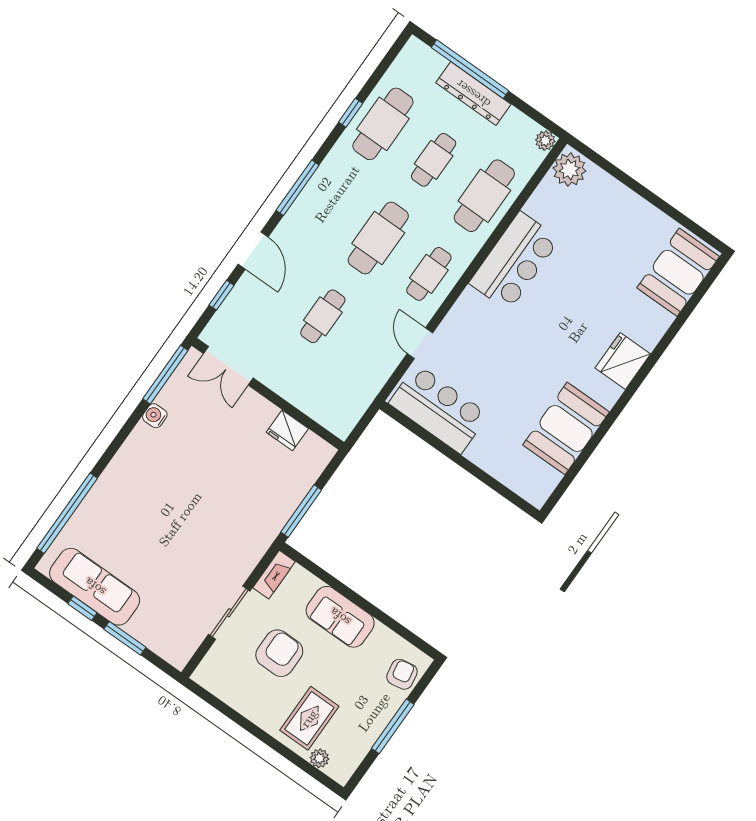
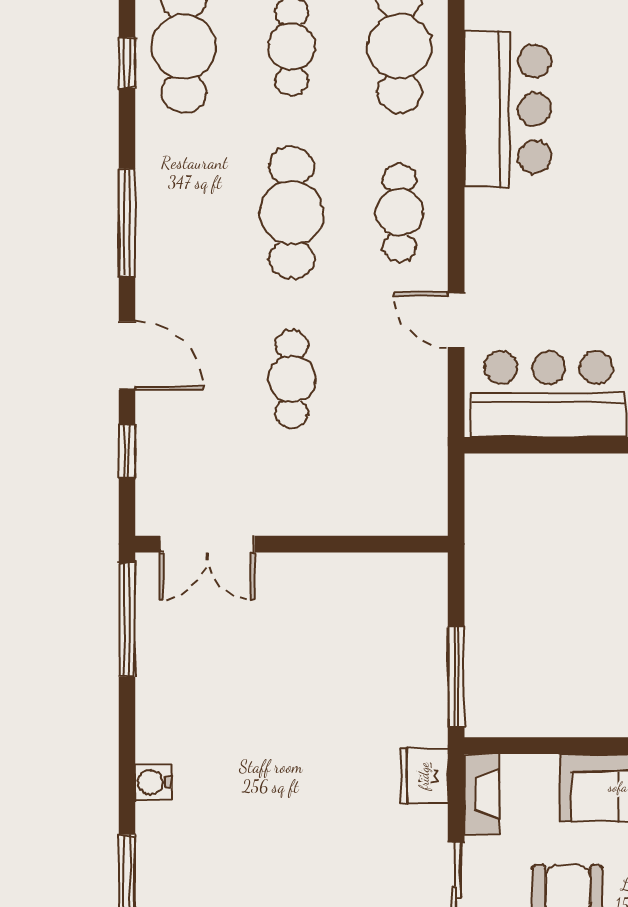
water cooler: (155, 416) -> (153, 782), moved
fridge: (287, 430) -> (424, 776), moved, turned 90

